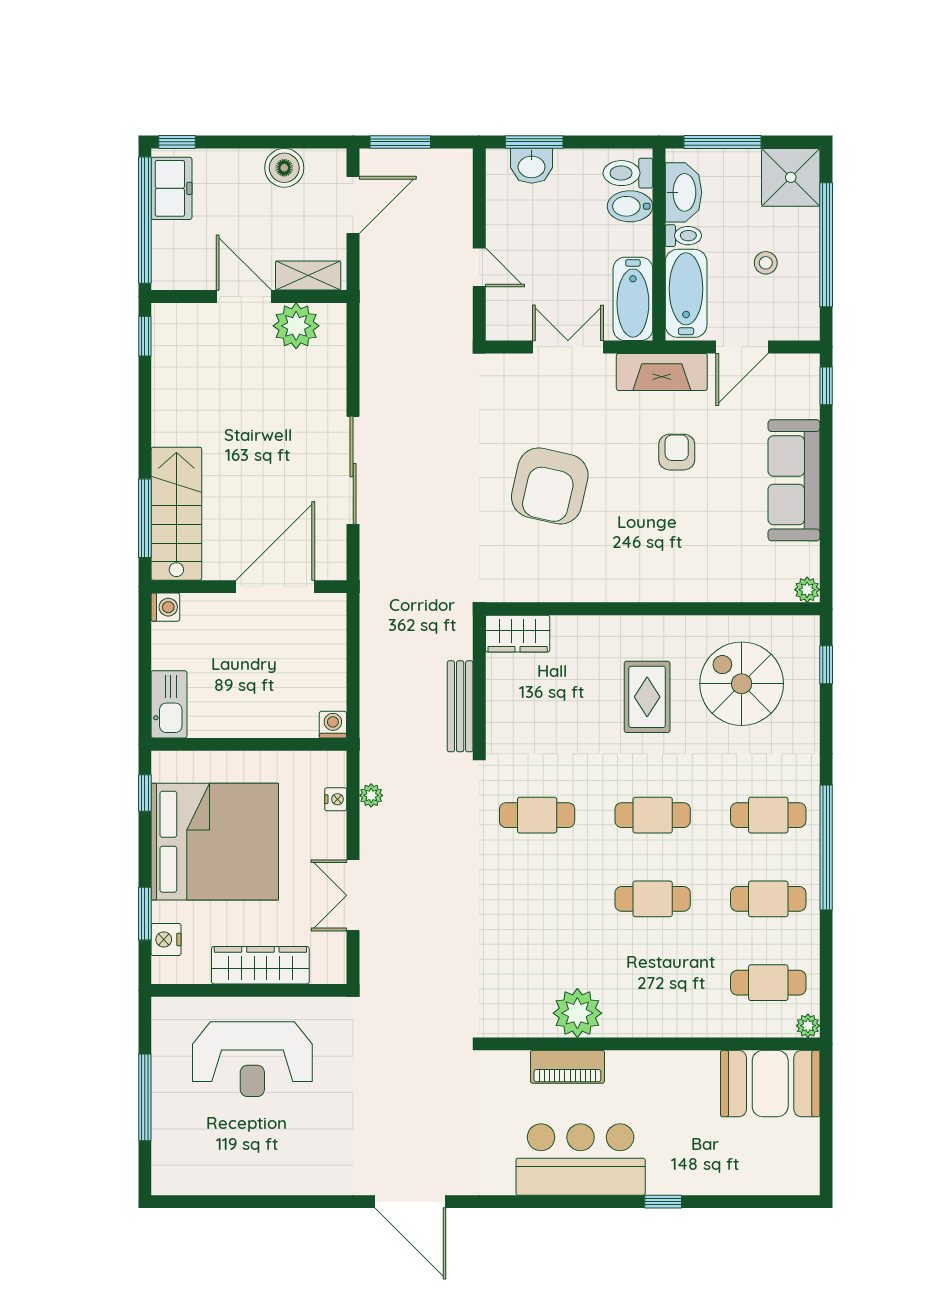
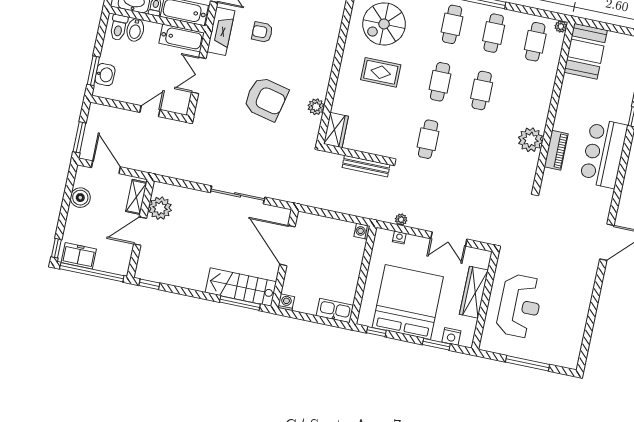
plant: (555, 586) -> (316, 107), added

